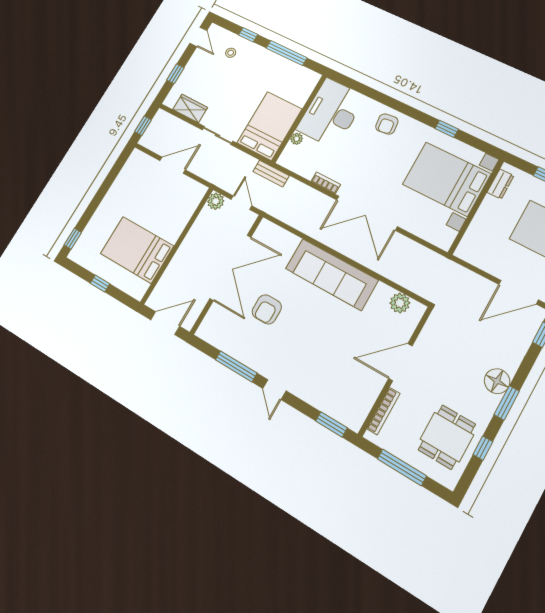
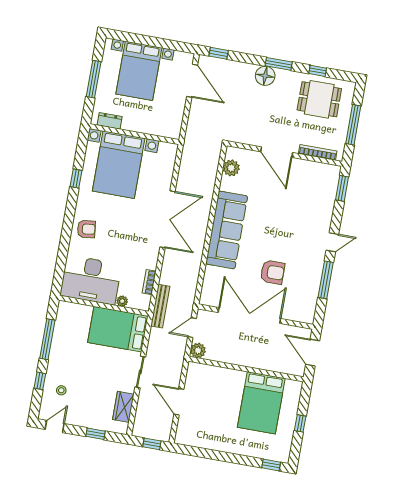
bench: (271, 174) -> (160, 306), width x1.36
bookcase: (326, 183) -> (149, 282), moved

